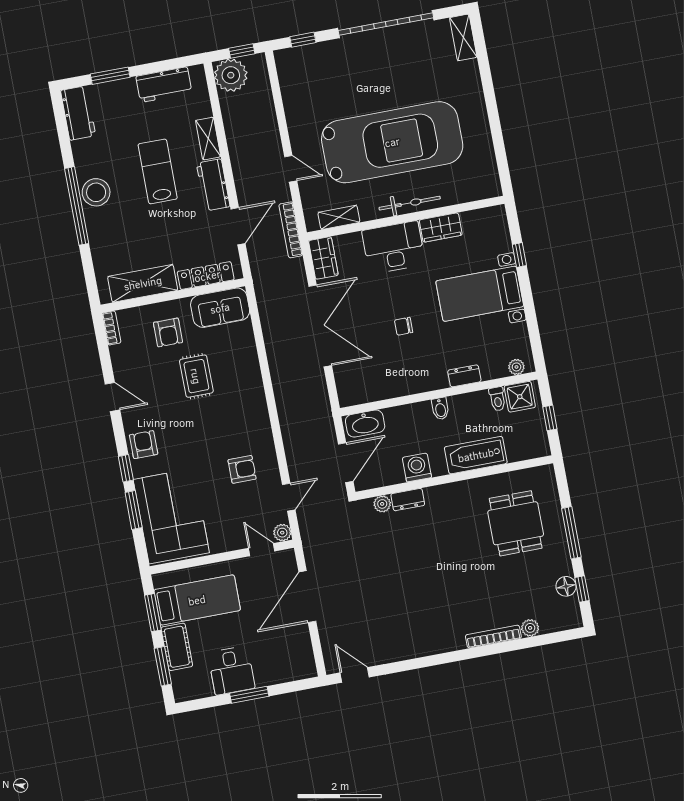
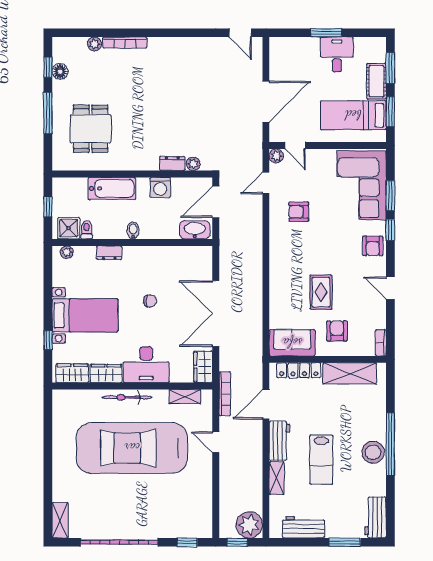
wardrobe: (482, 220) -> (72, 373), added

